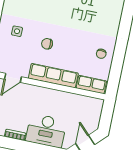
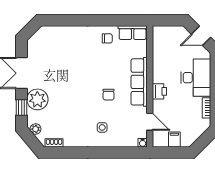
row of seats: (91, 85) -> (133, 33), moved, turned -90
printer: (40, 93) -> (159, 91), added

